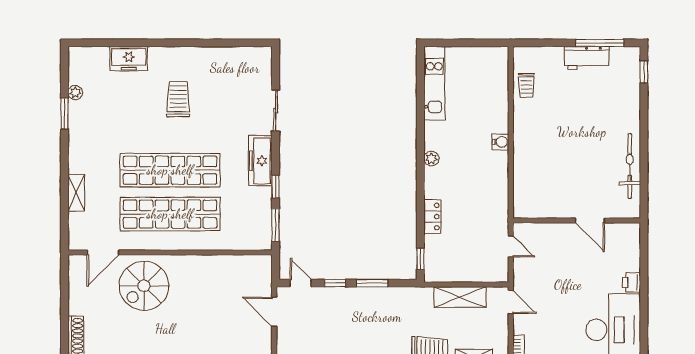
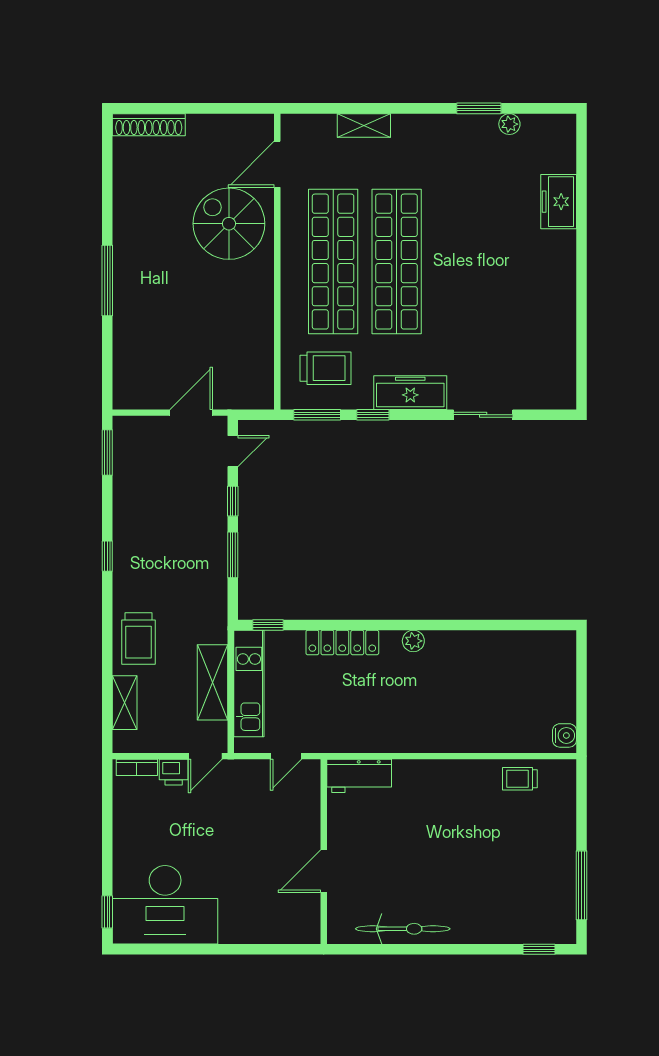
workbench: (587, 58) -> (359, 776), moved, turned -90
kitchen unit: (434, 83) -> (249, 684), moved, turned -90
trolley: (178, 99) -> (325, 368), moved
water cooler: (501, 142) -> (564, 735), moved, turned -90
locker: (432, 217) -> (342, 642), width x1.53
door: (103, 252) -> (277, 164), hinge flipped
printer: (631, 282) -> (174, 772), moved, turned 180

